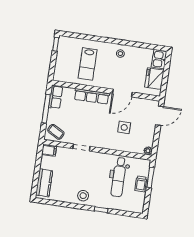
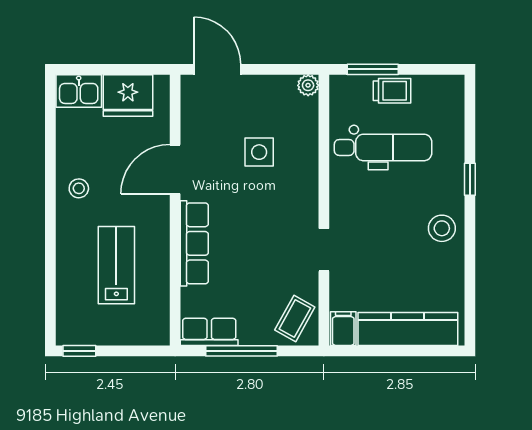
lab bench: (88, 64) -> (116, 265), turned -90
door: (122, 93) -> (175, 169), swing flipped
kitchen counter: (44, 183) -> (408, 329), width x1.50

